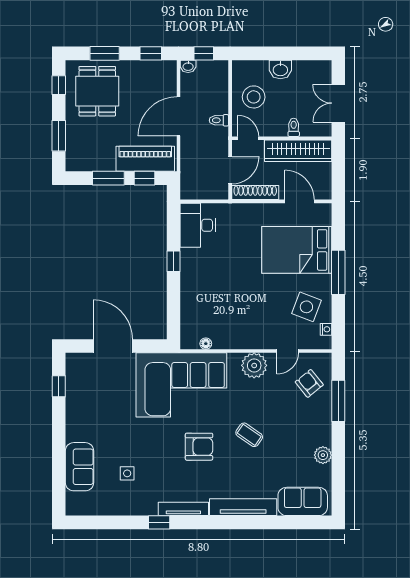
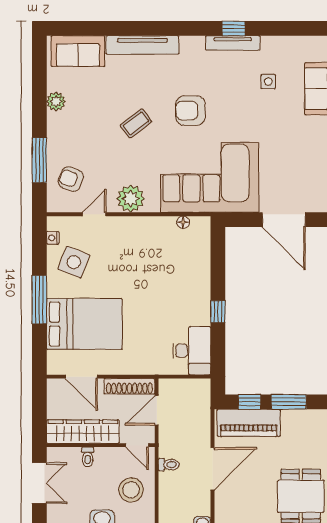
armchair: (309, 383) -> (71, 179), turned 150
coffee table: (249, 435) -> (136, 123), turned -72
tv unit: (183, 509) -> (233, 43), moved

